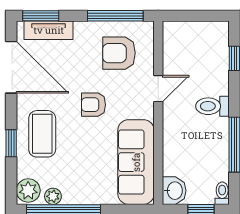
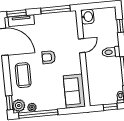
armchair: (119, 53) -> (59, 29), removed
window: (11, 143) -> (9, 103), moved
sofa: (136, 162) -> (74, 91), width x0.73
washbasin: (174, 191) -> (87, 17), moved

